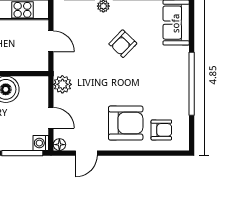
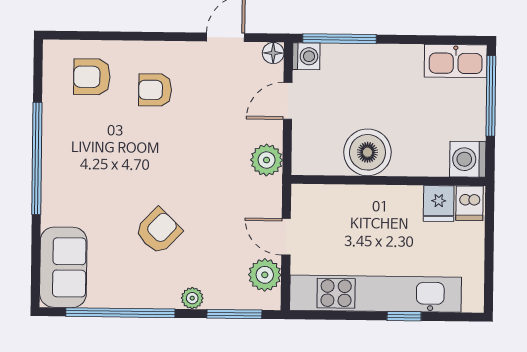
plant: (63, 20) -> (265, 275), added
door: (51, 118) -> (288, 101), hinge flipped
armchair: (126, 123) -> (155, 90), width x0.53, depth x0.53

